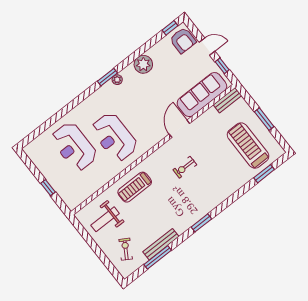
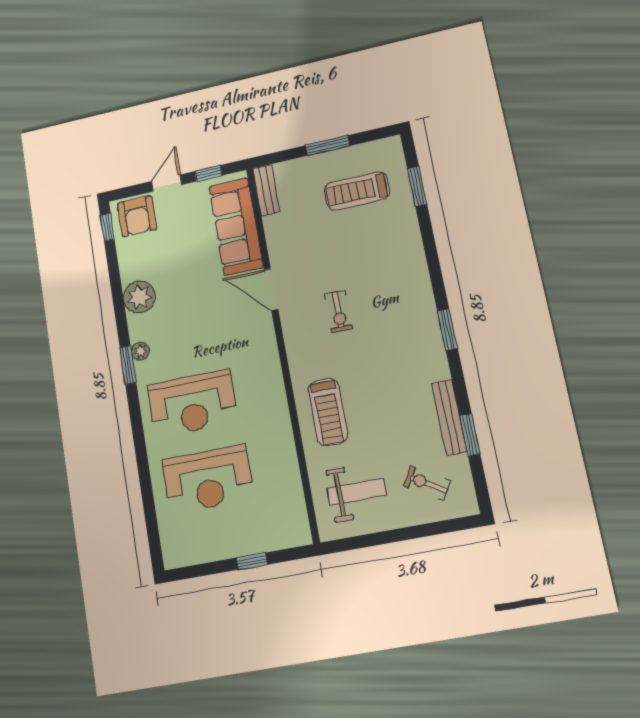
armchair: (183, 40) -> (137, 216), turned 90
reception desk: (114, 137) -> (192, 403), moved
treadmill: (248, 145) -> (357, 191), width x0.73, depth x0.73
weight bench: (105, 219) -> (356, 492), turned -90
window: (158, 257) -> (470, 435), width x0.69

